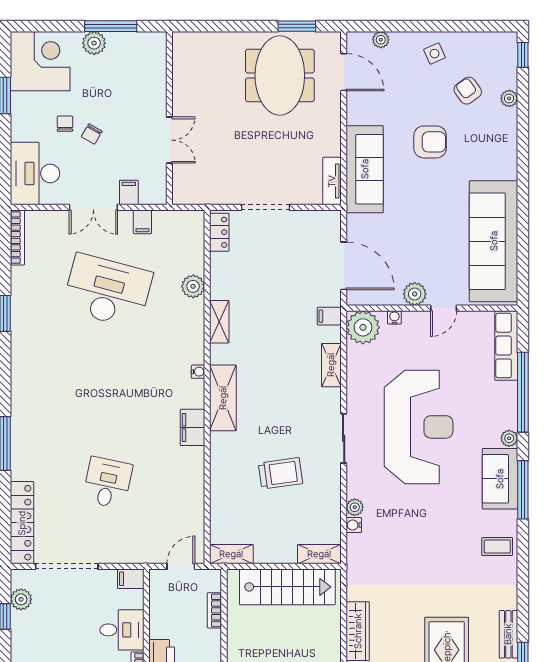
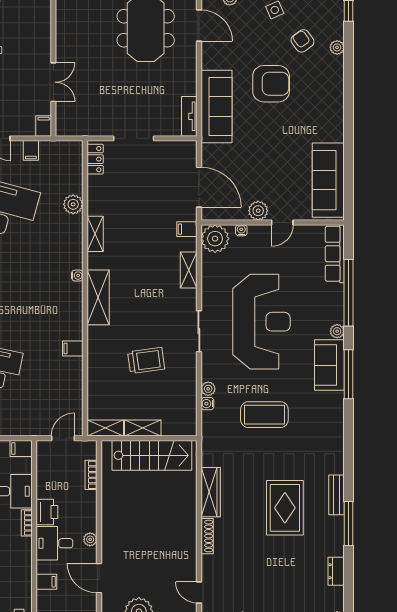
armchair: (430, 142) -> (271, 84), width x1.36, depth x1.36
filing cabinet: (129, 192) -> (44, 126), moved
sofa: (494, 241) -> (328, 180), width x0.74, depth x0.79
filing cabinet: (193, 427) -> (73, 349), moved, width x0.50
coffee table: (497, 546) -> (264, 415), moved, width x1.86, depth x1.72
shelving: (319, 554) -> (143, 428), moved

